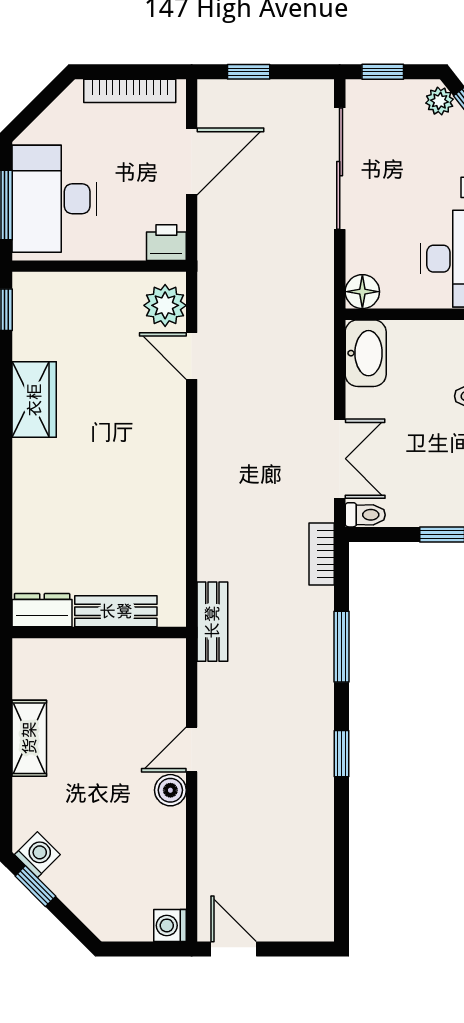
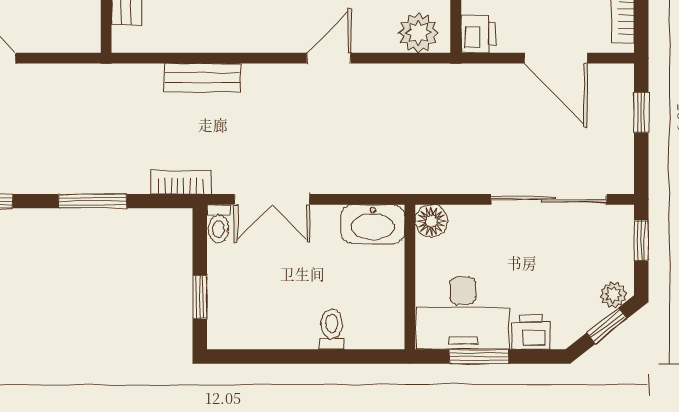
door: (192, 356) -> (329, 58), moved
bench: (212, 622) -> (202, 78), moved

